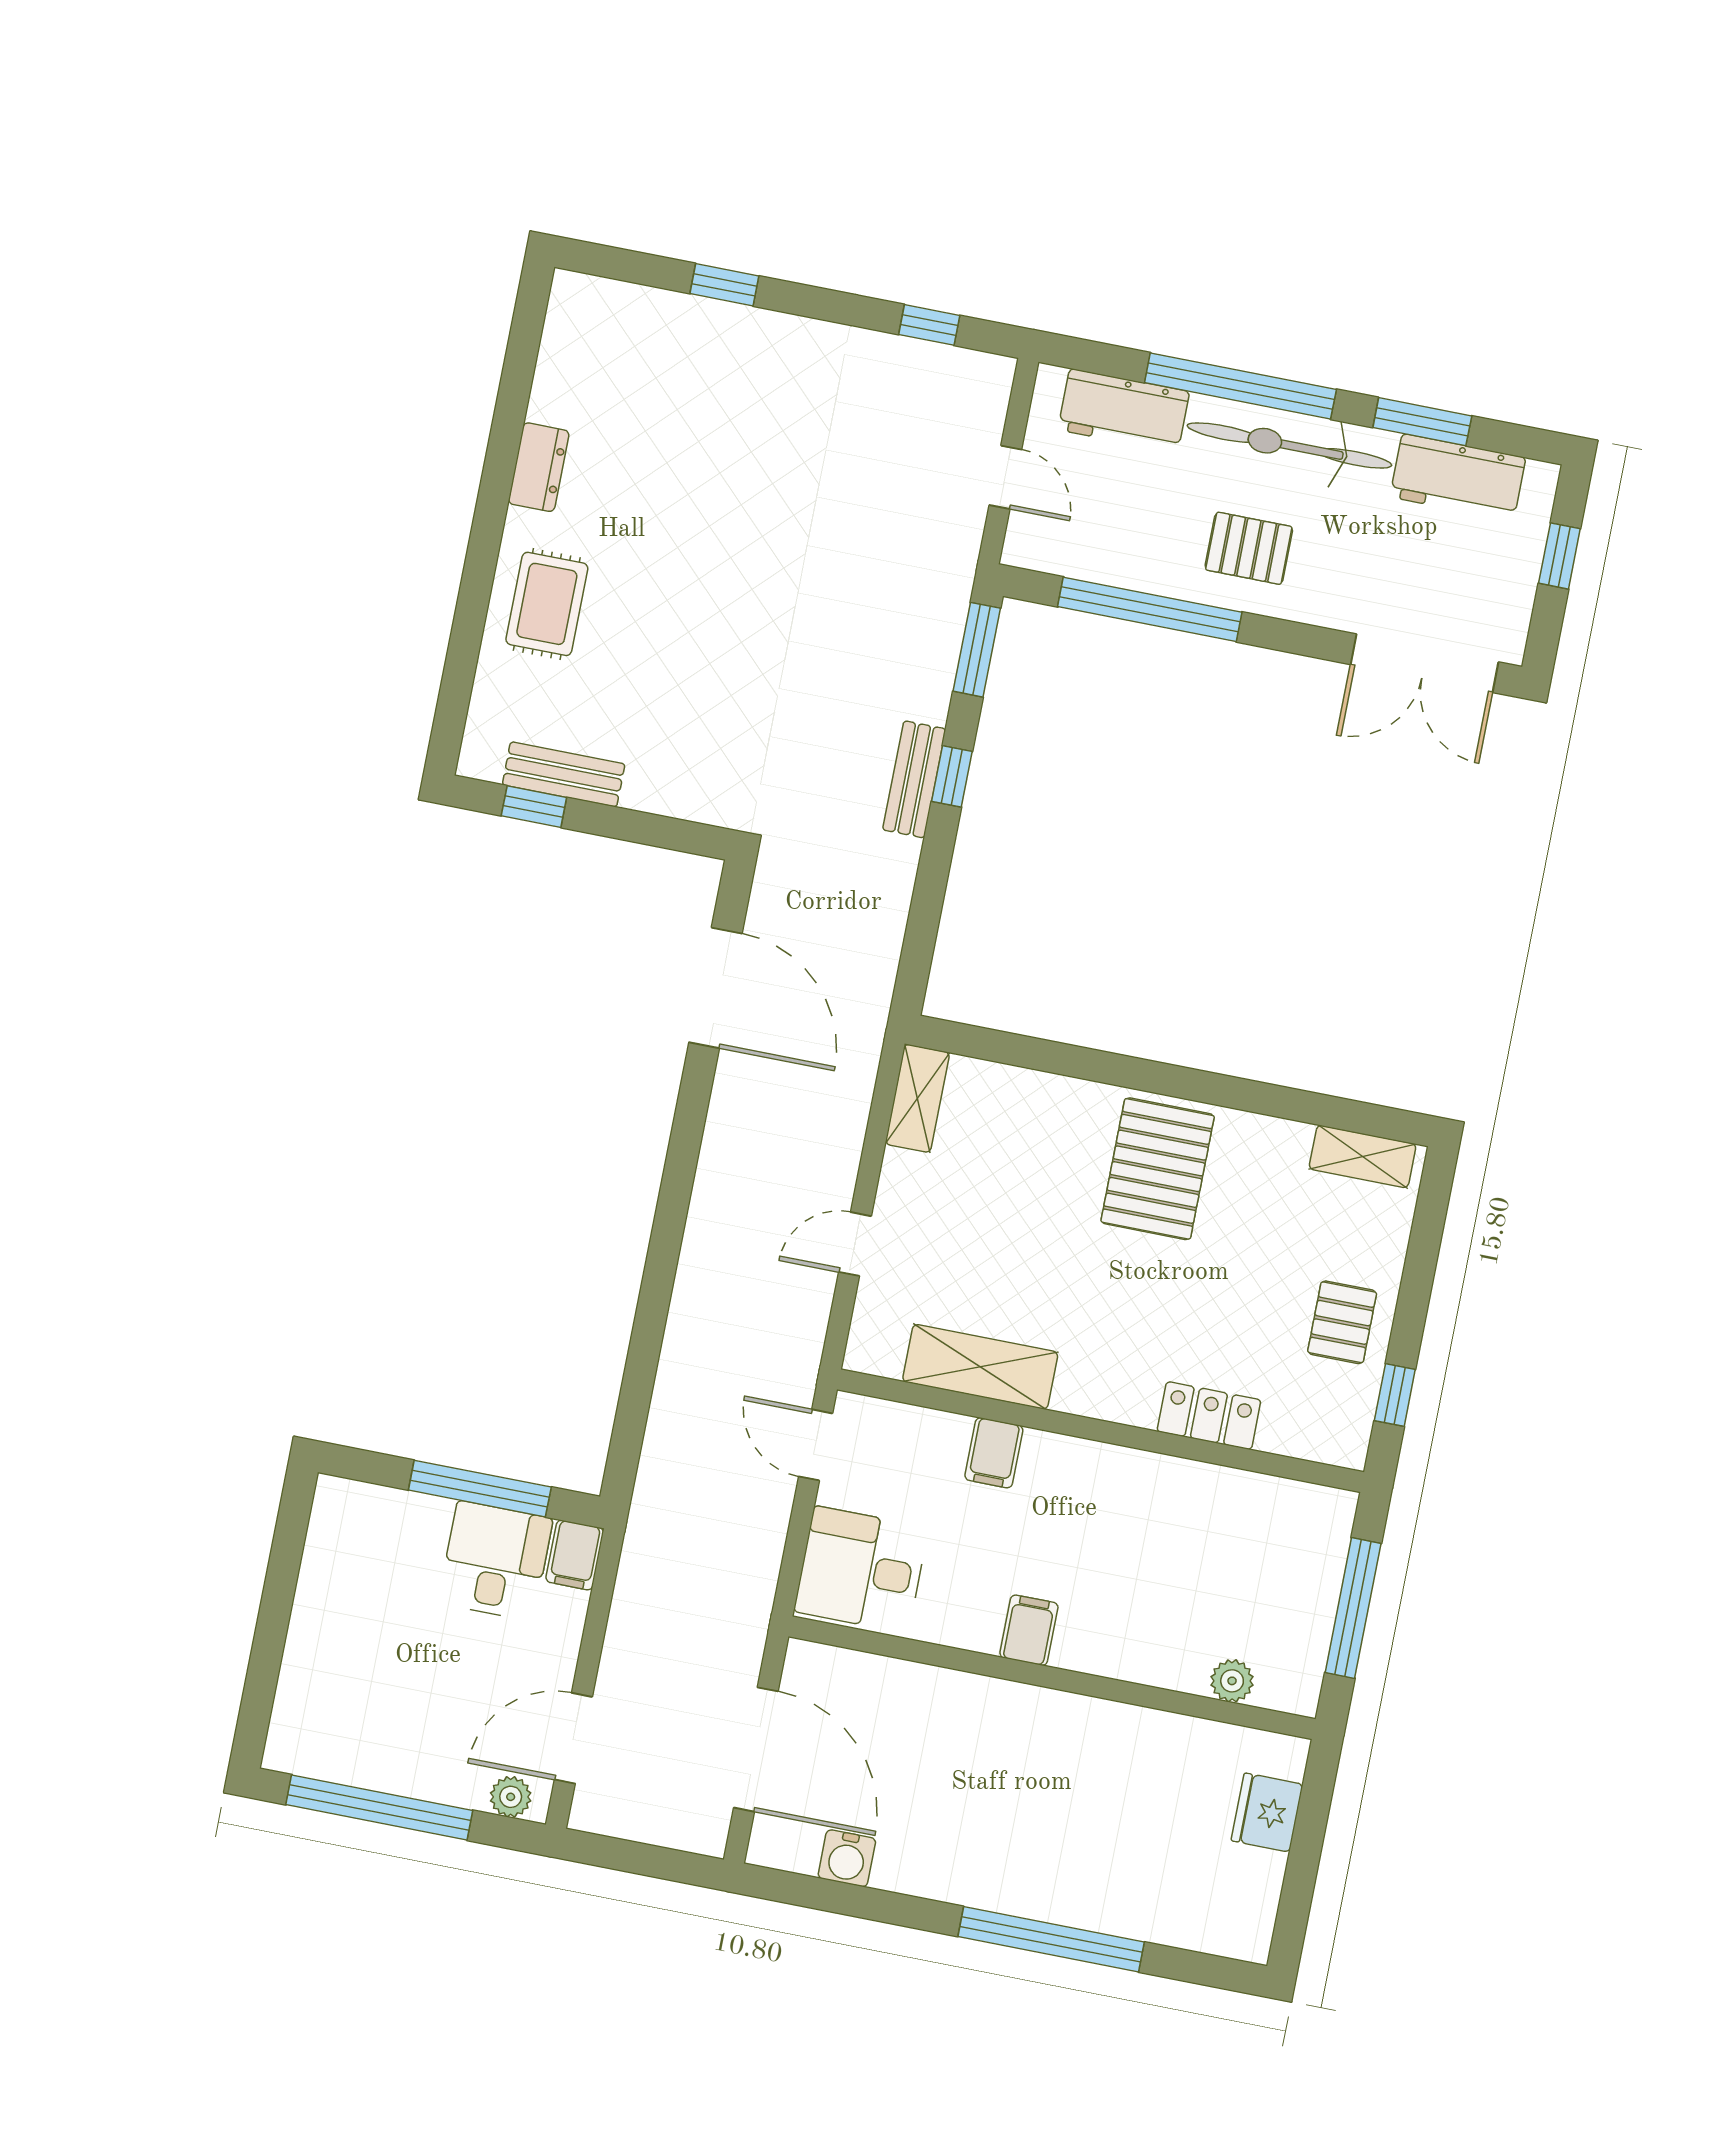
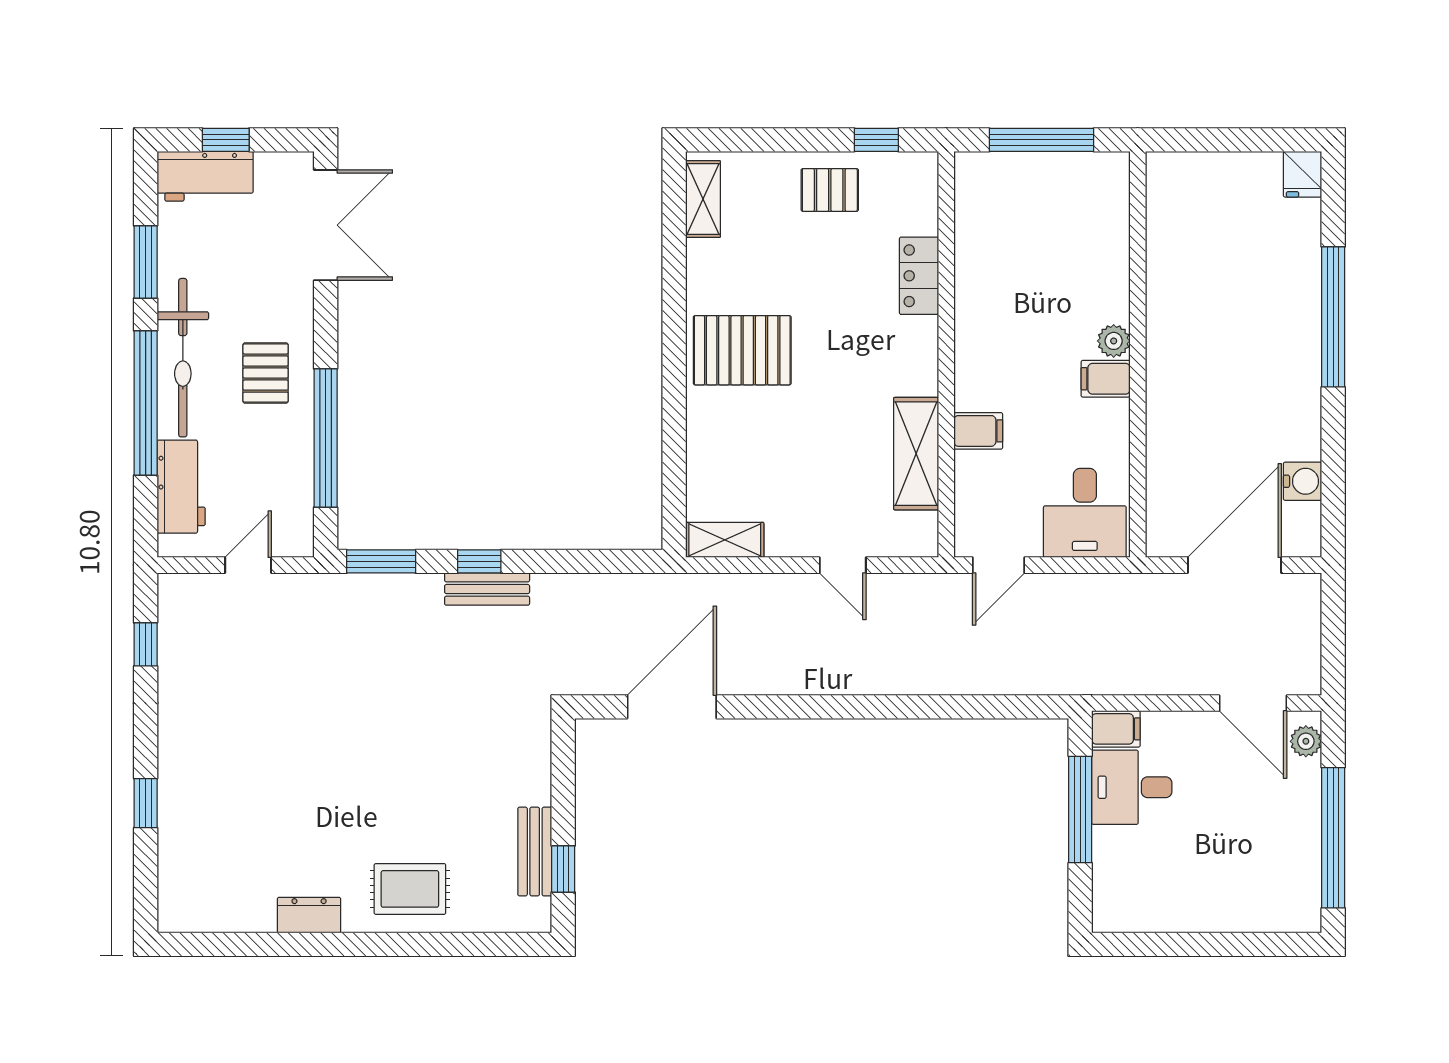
workbench: (1458, 477) -> (205, 176), moved, turned 90
plant: (1232, 1681) -> (1114, 341), moved
fridge: (1267, 1812) -> (1302, 174), moved, width x0.72

